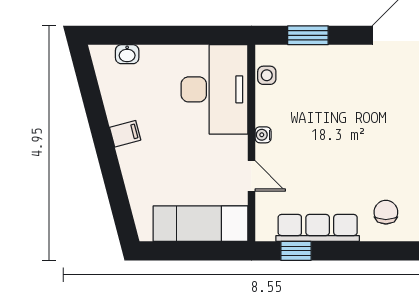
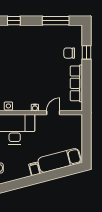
exam couch: (200, 224) -> (60, 160), moved, turned 75
window: (296, 251) -> (87, 52), moved

